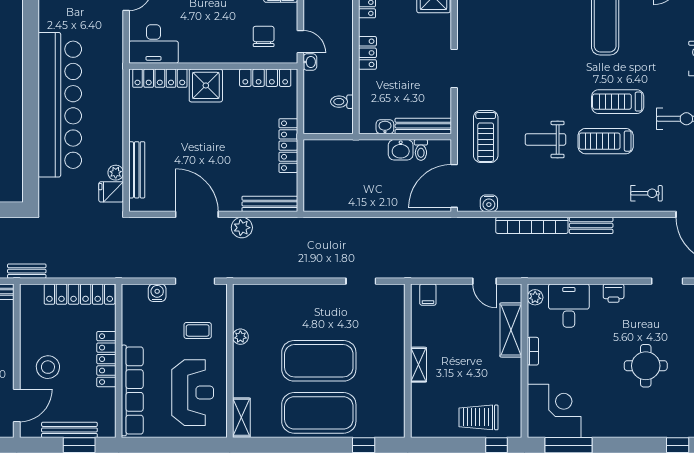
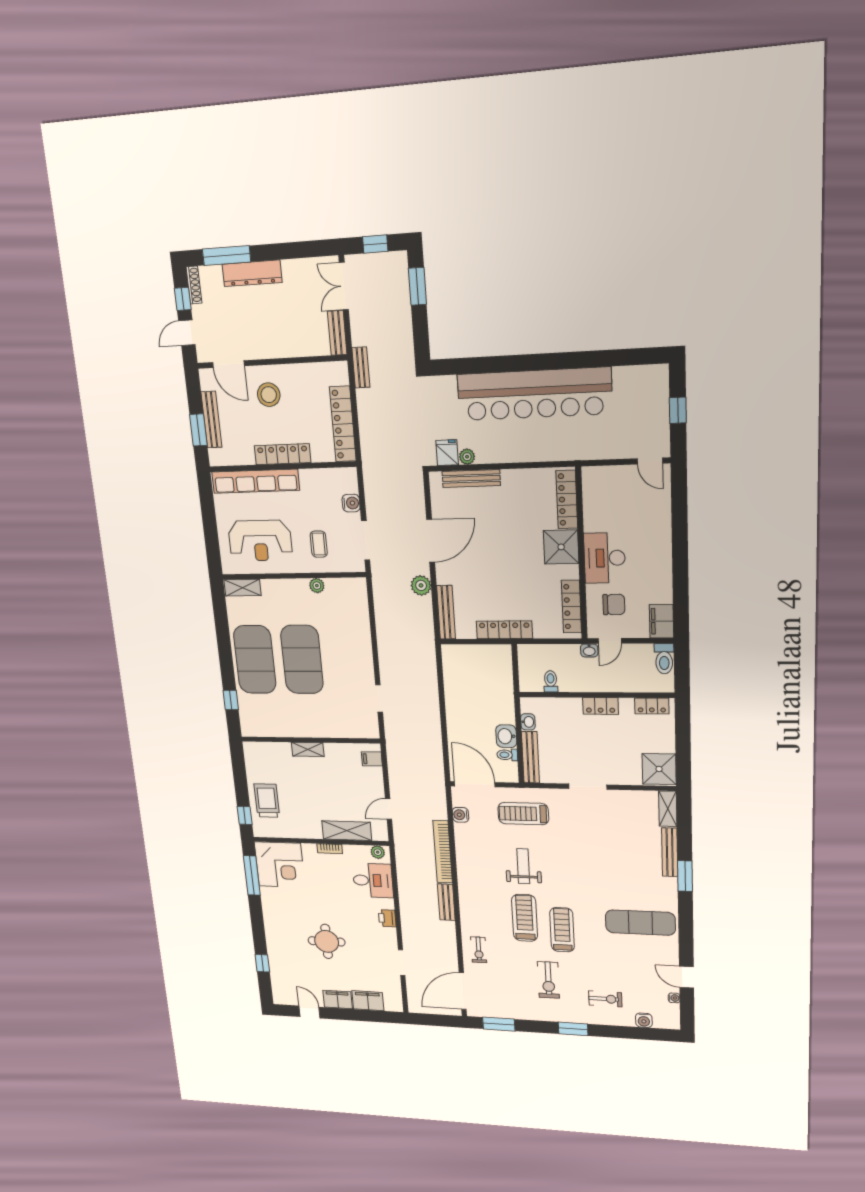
desk: (154, 44) -> (605, 558), moved

